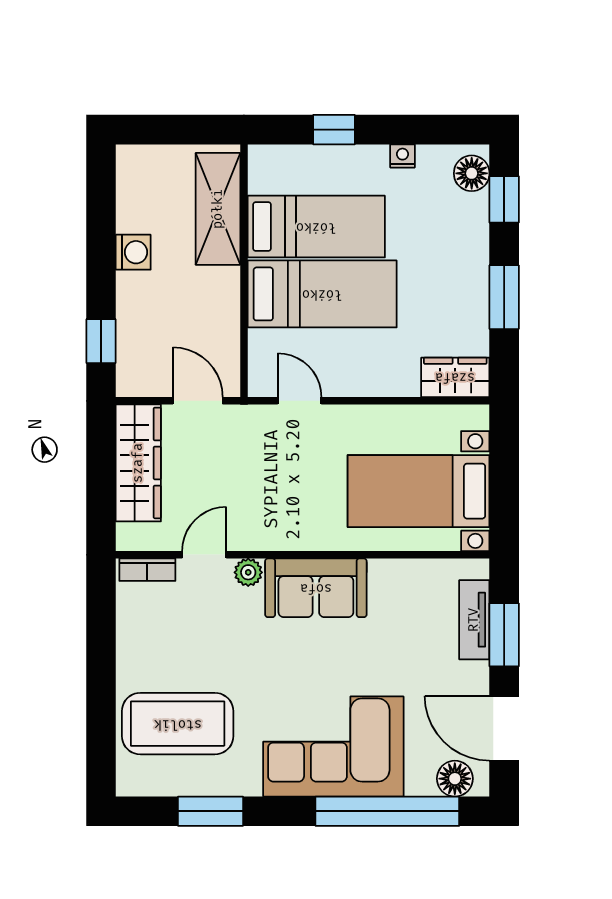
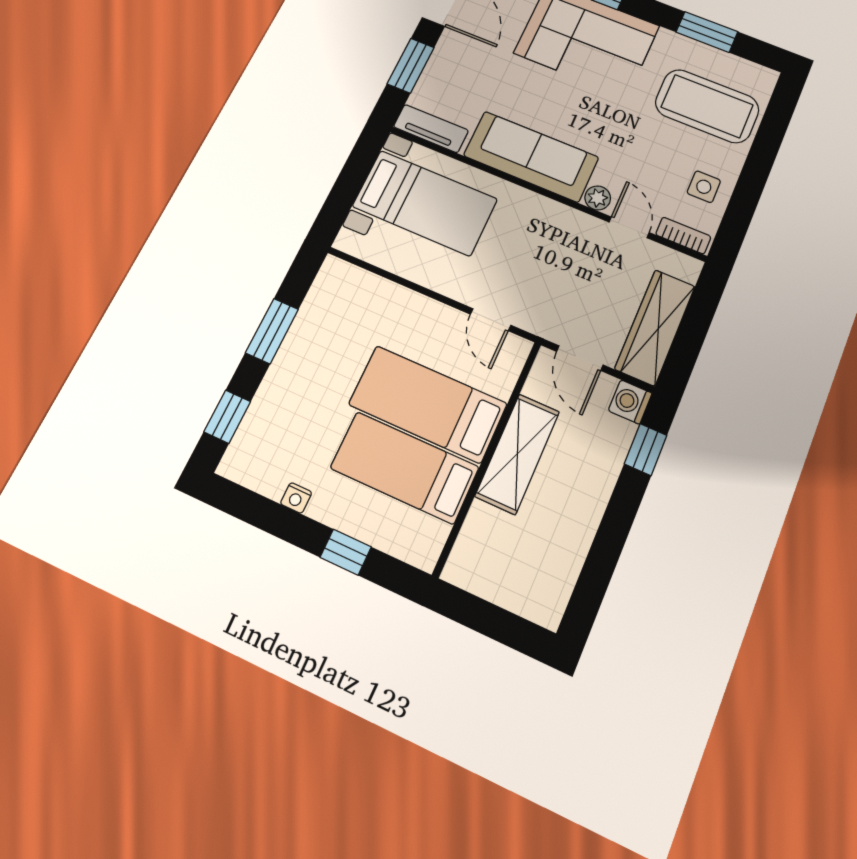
floor lamp: (472, 173) -> (243, 453), removed
shelving: (218, 209) -> (517, 454), moved
washing machine: (133, 252) -> (630, 402), moved
wardrobe: (455, 377) -> (348, 282), removed
door: (204, 555) -> (629, 227), swing flipped
sofa: (316, 588) -> (531, 156), width x1.36
tv unit: (474, 620) -> (431, 129), moved, turned -90
side table: (147, 631) -> (704, 187), added

